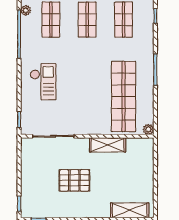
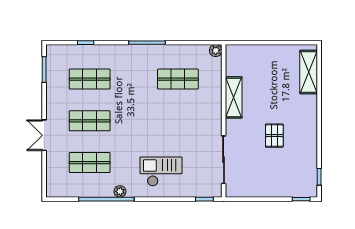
plant: (26, 10) -> (120, 191), moved
shop shelf: (124, 96) -> (178, 79), width x0.50, depth x0.74
pallet: (74, 180) -> (274, 136), width x0.67, depth x0.71

